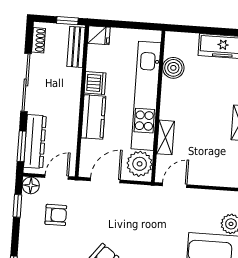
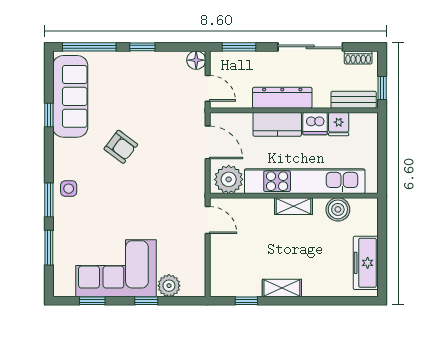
fridge: (99, 35) -> (339, 124), moved
shelving: (165, 137) -> (294, 206), moved
dresser: (35, 141) -> (282, 98), moved, turned 180
window: (17, 206) -> (142, 47), moved
armchair: (56, 215) -> (165, 90), removed

